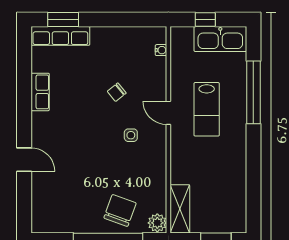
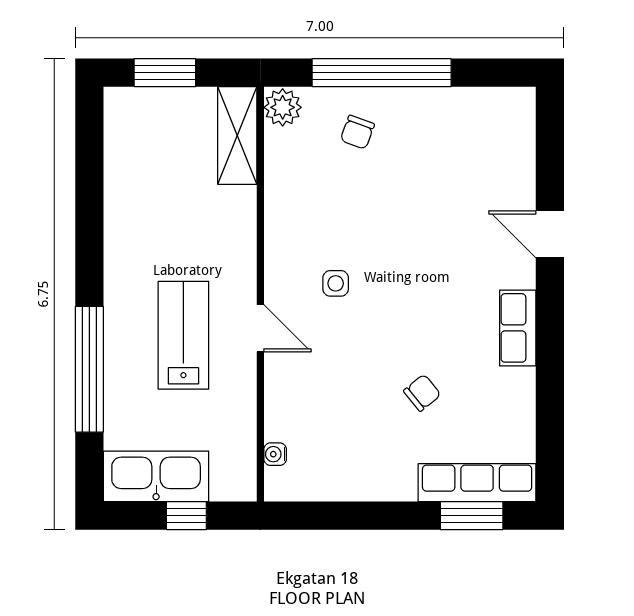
row of seats: (40, 92) -> (518, 328), moved
chair: (117, 92) -> (422, 393), moved
chair: (120, 210) -> (357, 132), width x0.54, depth x0.54

